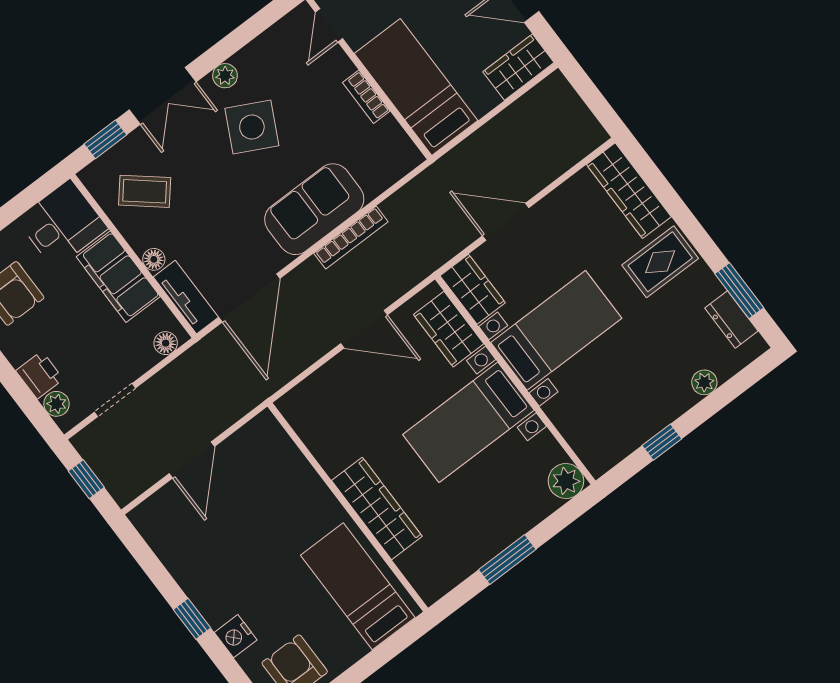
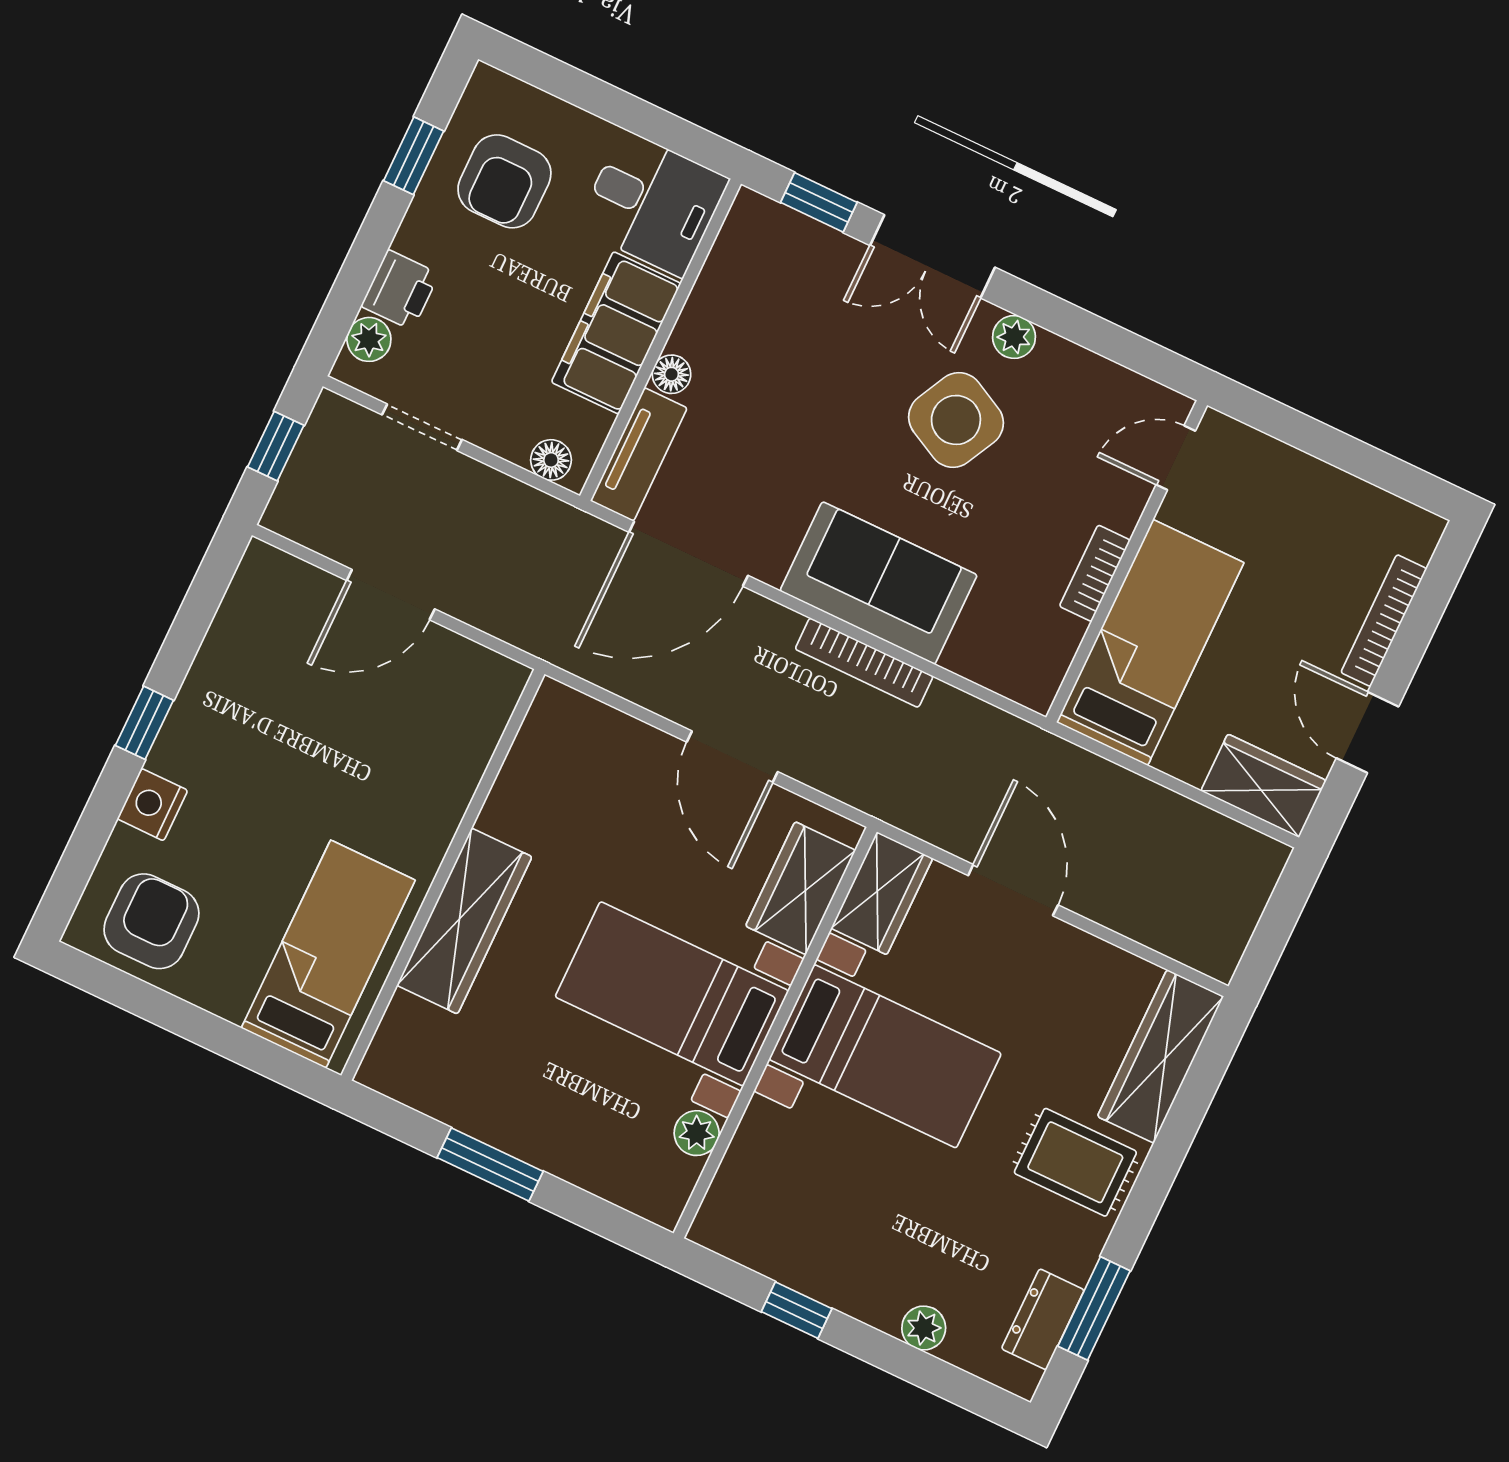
coffee table: (145, 191) -> (770, 305), removed
plant: (566, 481) -> (697, 1133), moved, width x0.73, depth x0.73

